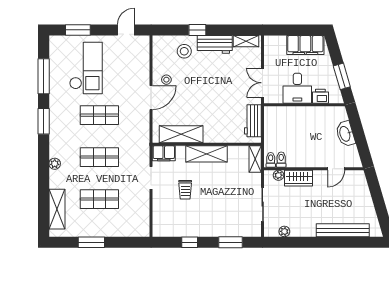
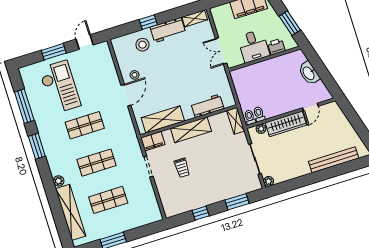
window: (78, 30) -> (54, 52), moved
workbench: (253, 121) -> (207, 106), moved, turned 90
wardrobe: (299, 178) -> (286, 124), width x1.50
shelving: (57, 209) -> (71, 212), width x1.47
plant: (284, 231) -> (269, 181), moved

